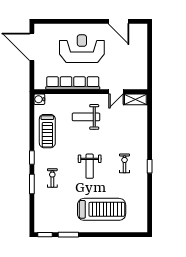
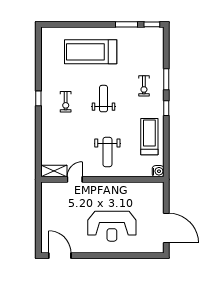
door: (118, 21) -> (60, 256), moved
row of seats: (73, 83) -> (122, 189), removed
weight bench: (86, 117) -> (107, 152), turned 90

